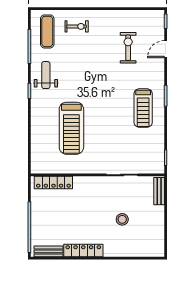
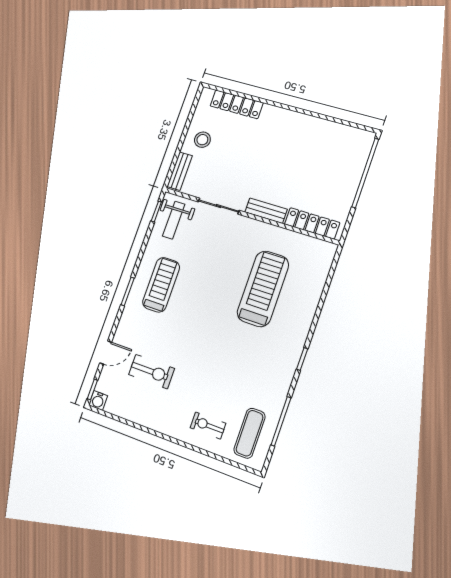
water cooler: (159, 15) -> (98, 400), added
exercise bike: (128, 48) -> (152, 372), turned -90
weight bench: (46, 75) -> (174, 220), moved
stool: (122, 219) -> (202, 140), moved
locker: (83, 250) -> (237, 104), moved
bench: (49, 251) -> (266, 211), moved

